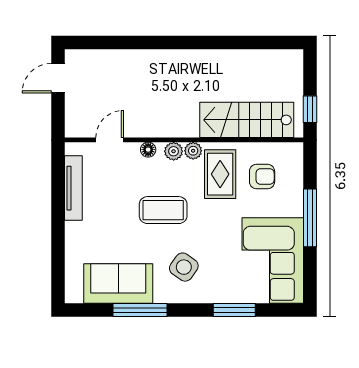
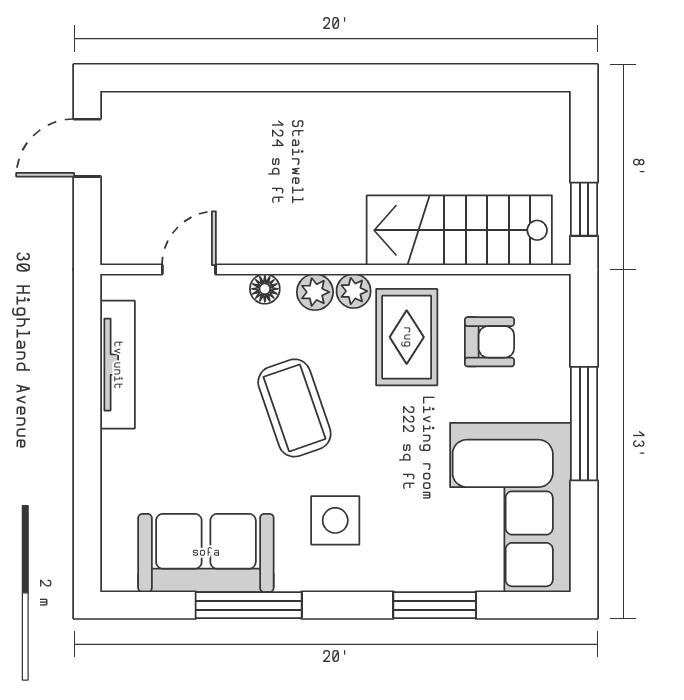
coffee table: (163, 210) -> (294, 408), turned 71
side table: (184, 267) -> (335, 520), turned -35

